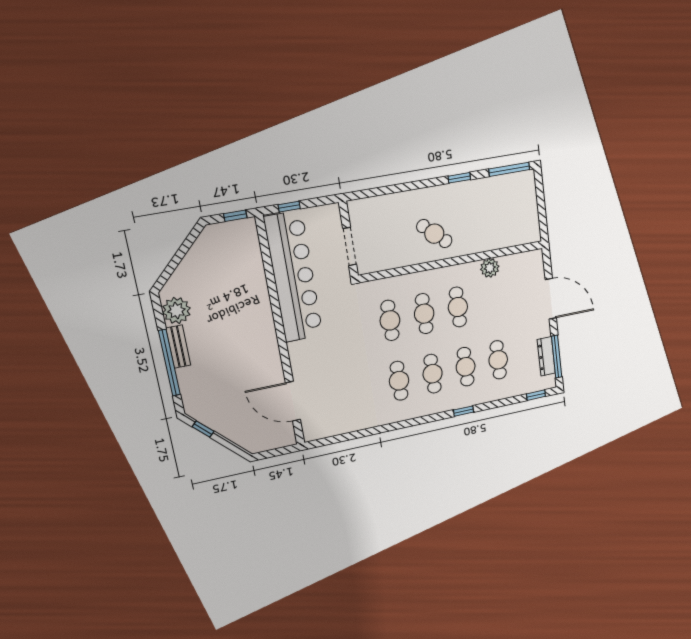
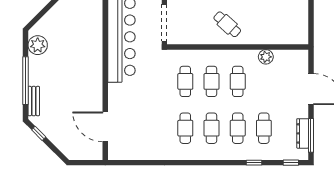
doorway: (350, 246) -> (164, 23), width x1.36
bench: (178, 347) -> (34, 101), moved
window: (464, 411) -> (254, 163), moved

